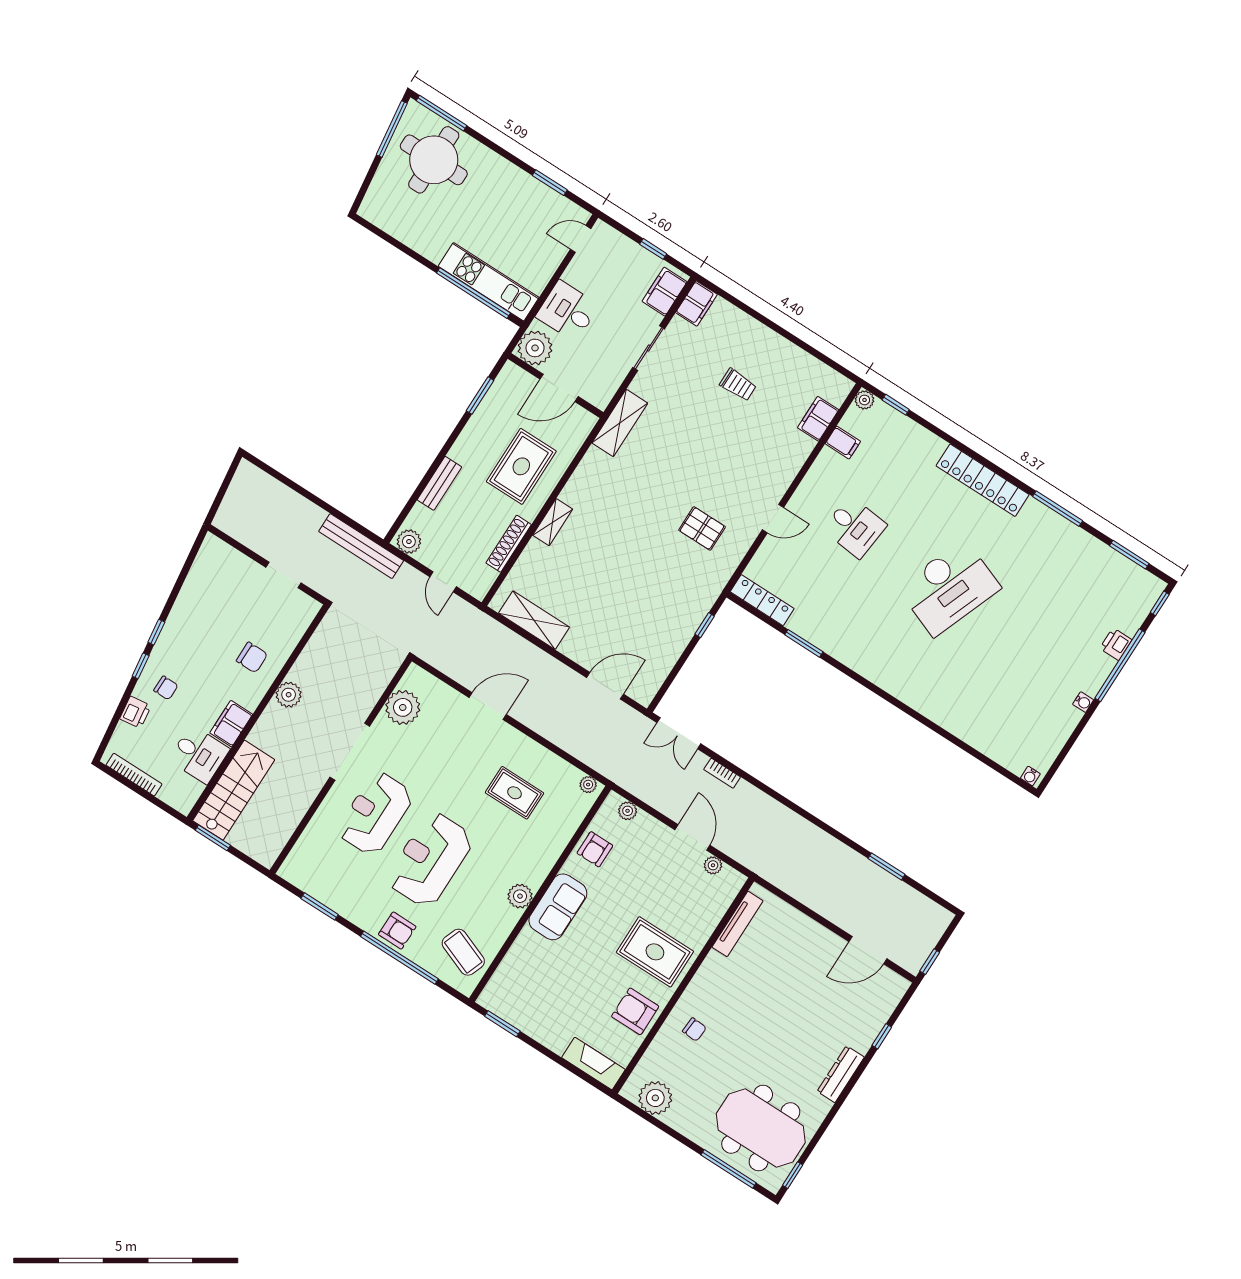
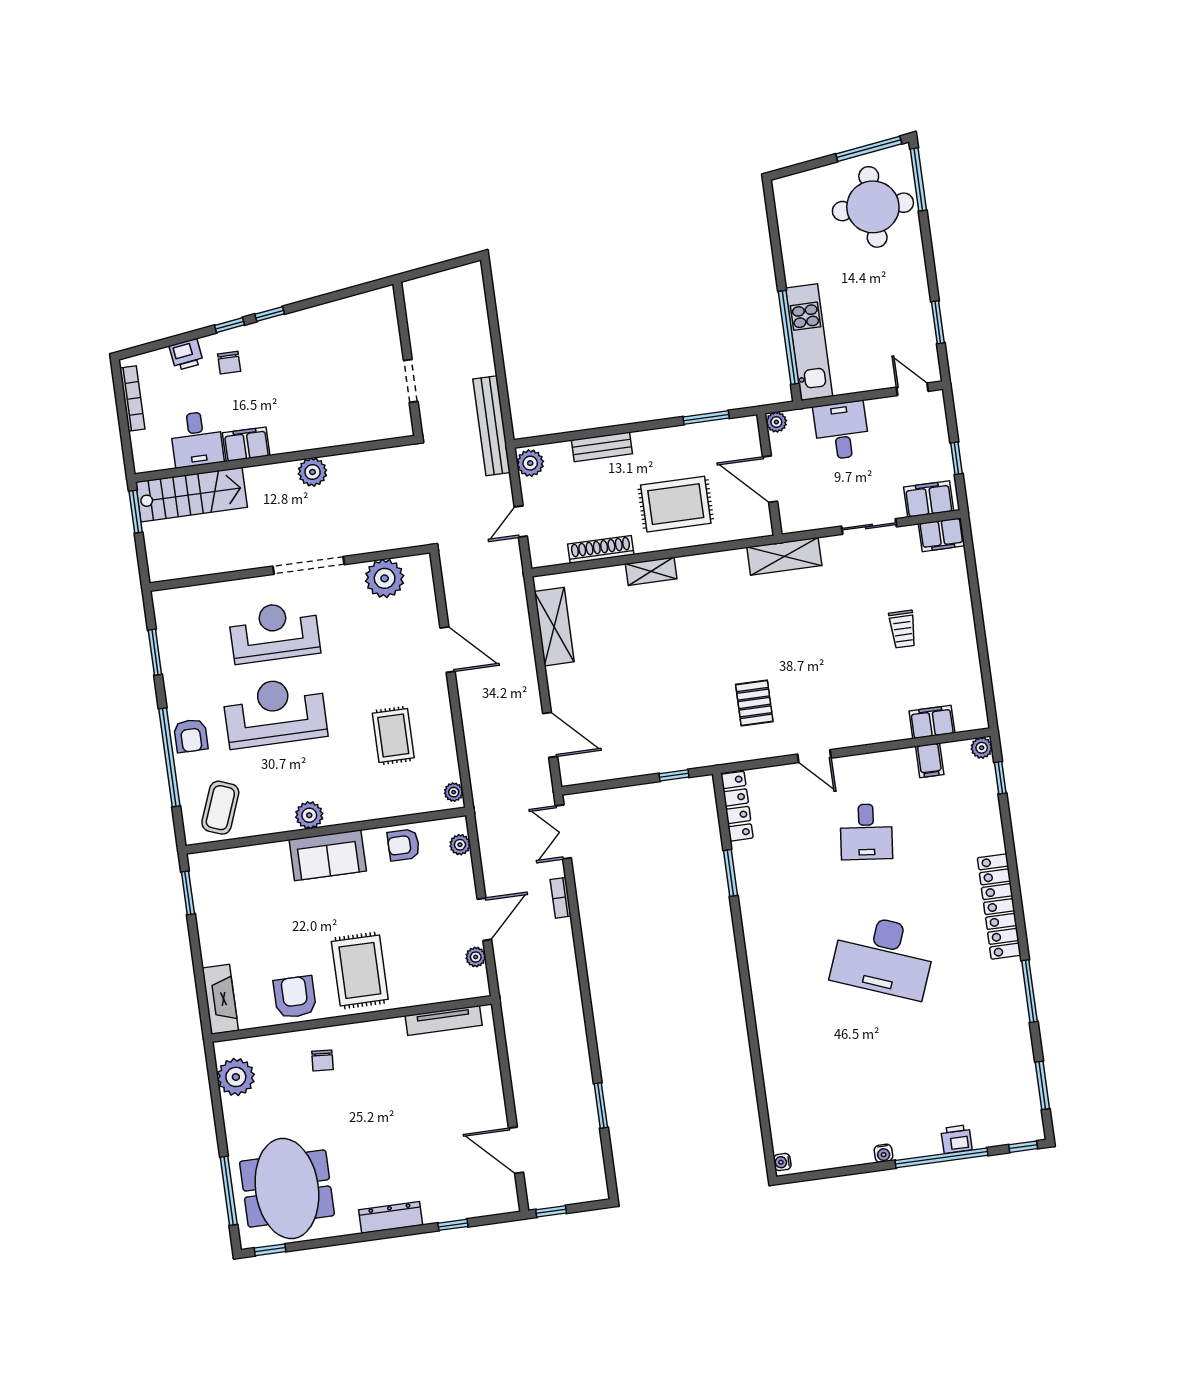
plant: (535, 348) -> (776, 422), width x0.53, depth x0.53
chair: (252, 657) -> (318, 414), removed

